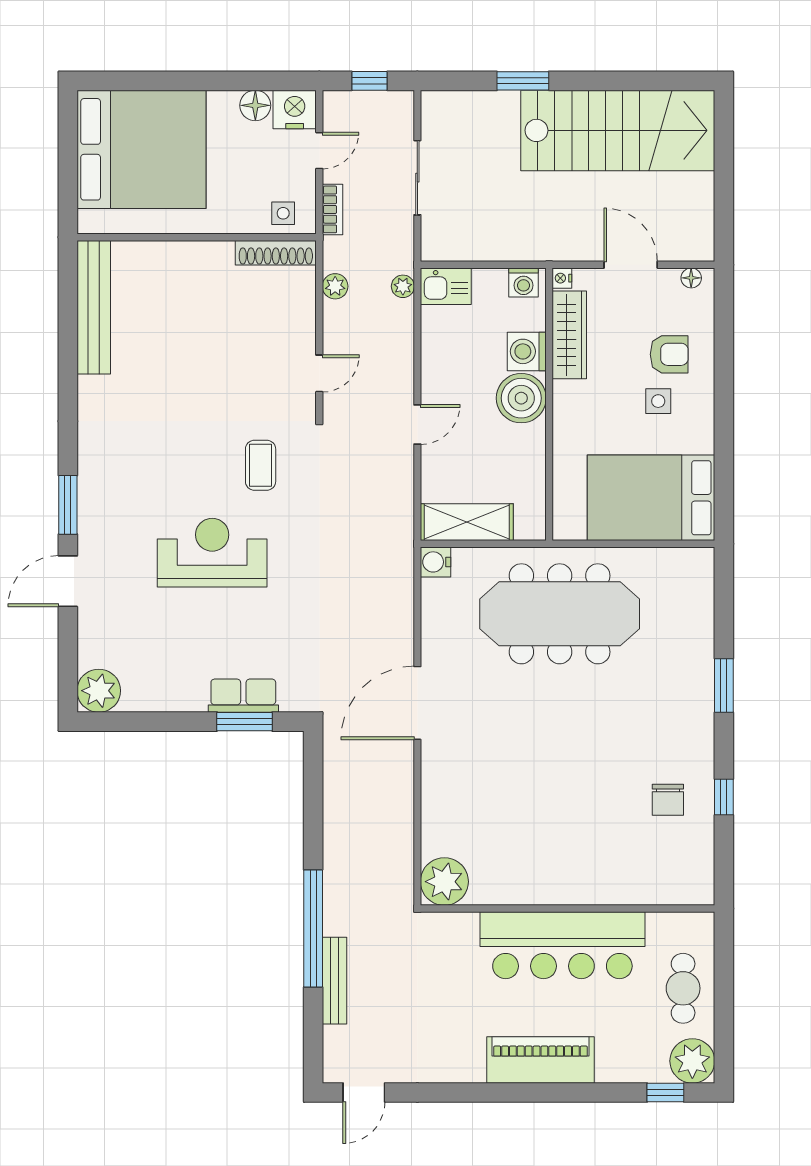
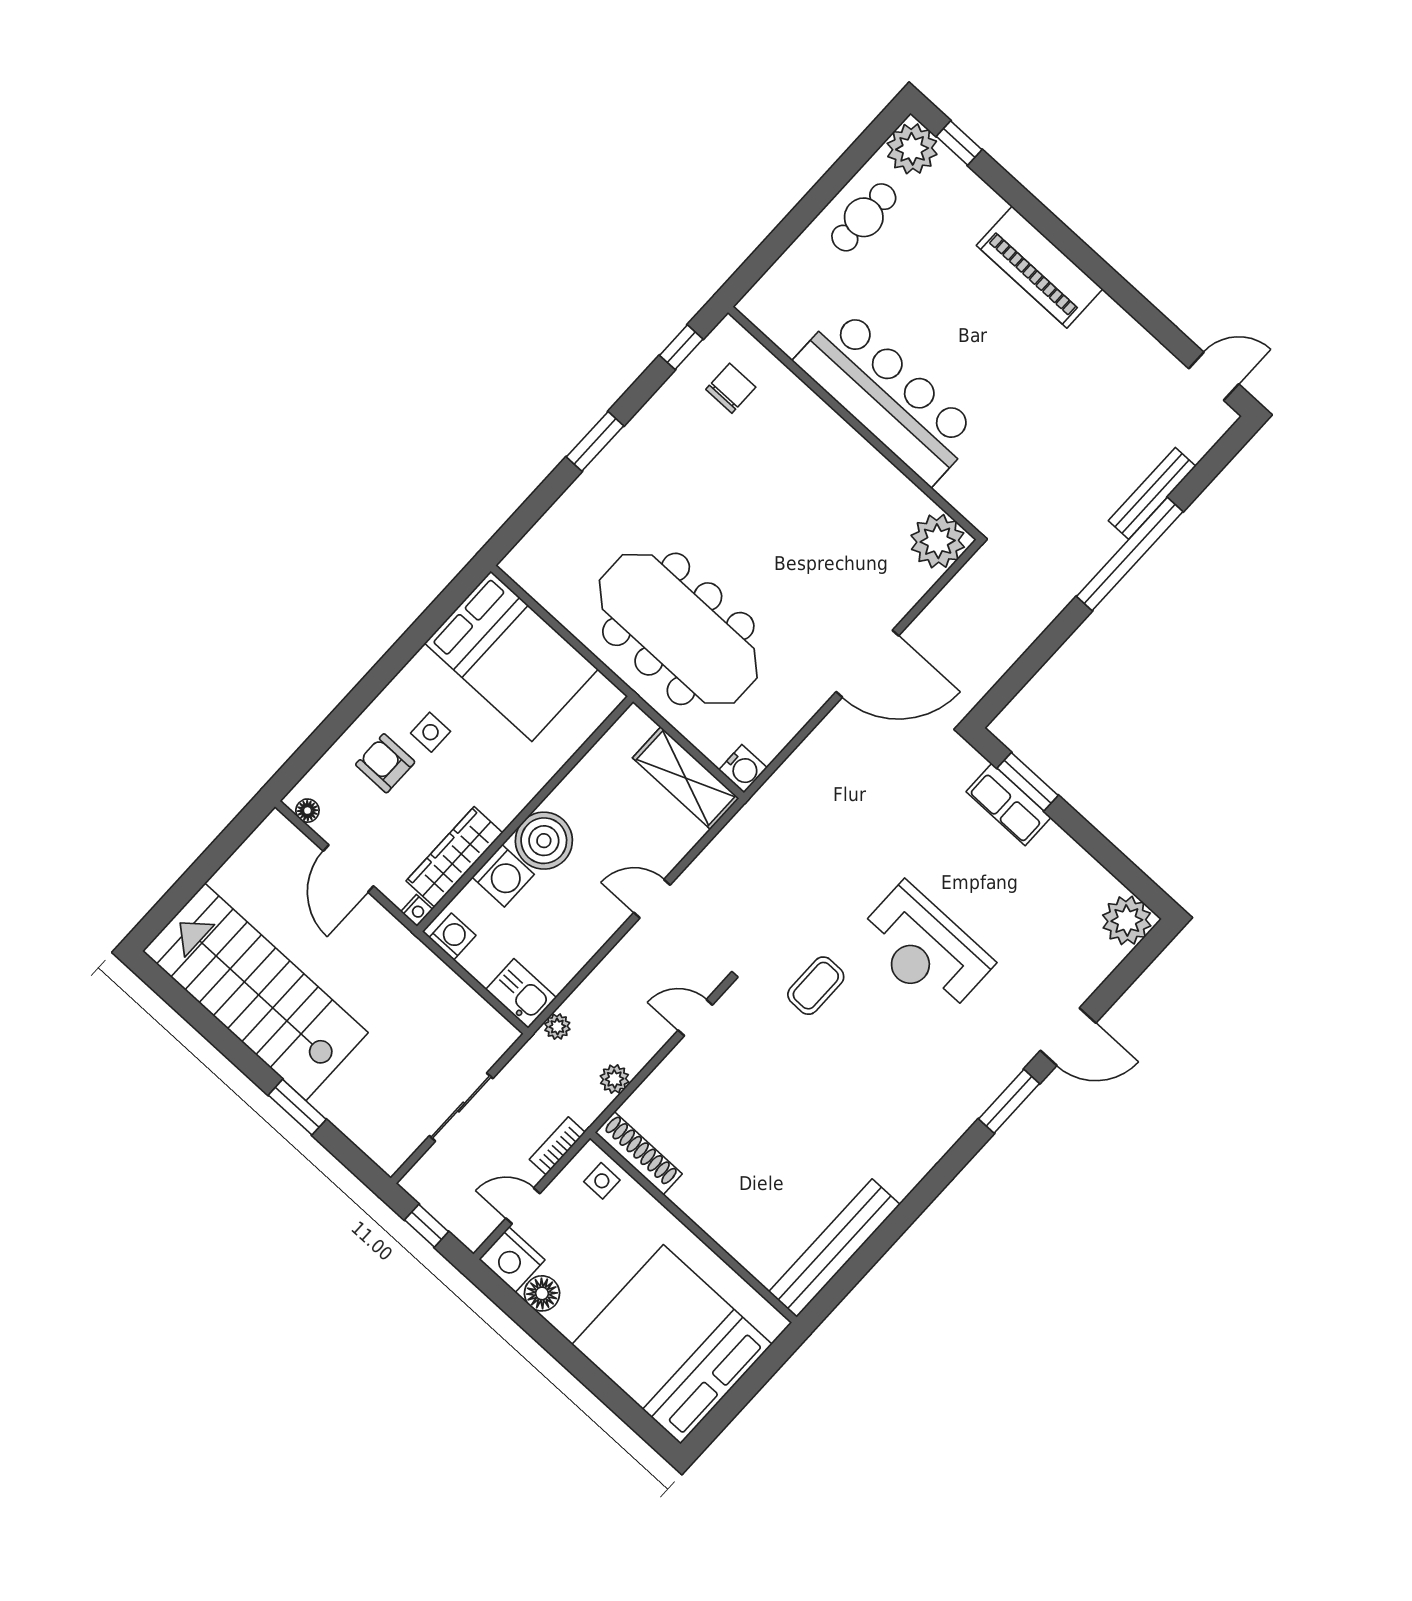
plant: (444, 882) -> (938, 541), moved
wall: (568, 909) -> (855, 423), moved
bar counter: (562, 945) -> (887, 396), moved

